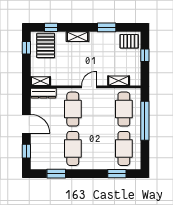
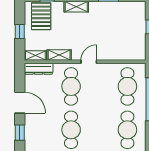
pallet: (129, 41) -> (133, 12), removed
window: (26, 48) -> (20, 31), moved
shelving: (119, 81) -> (59, 55), moved

